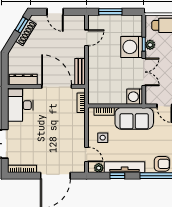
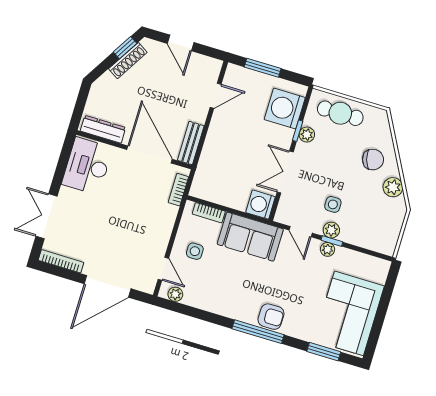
washing machine: (132, 47) -> (285, 109), moved
double door: (144, 72) -> (285, 172), swing flipped
tv unit: (125, 167) -> (214, 305), removed
window: (117, 176) -> (200, 314), removed

